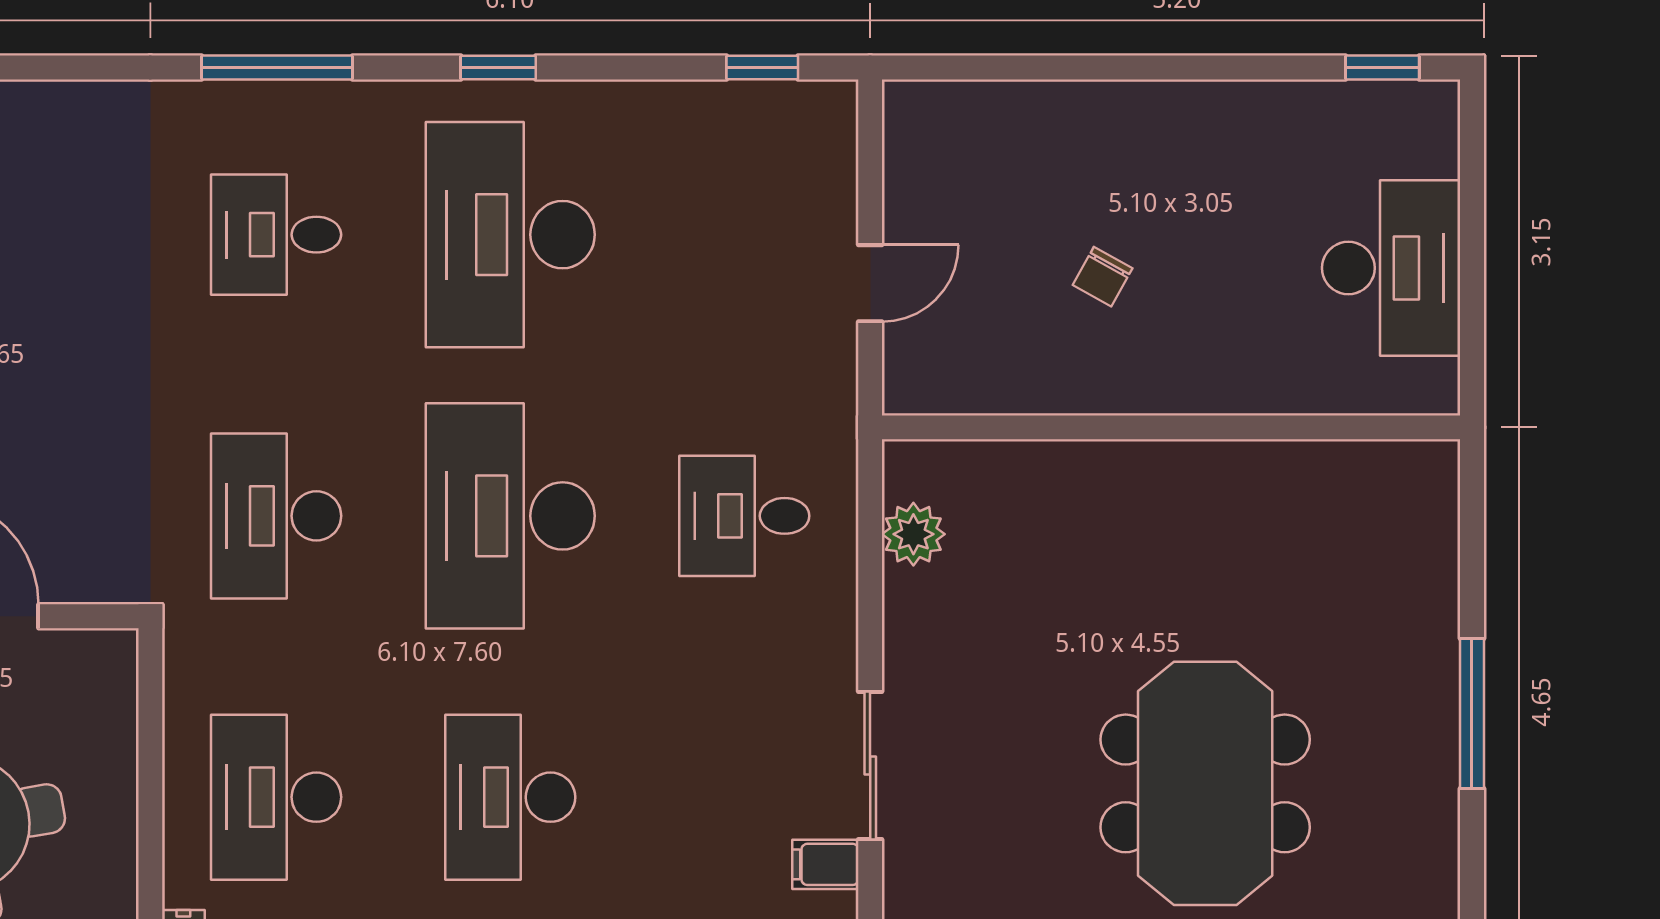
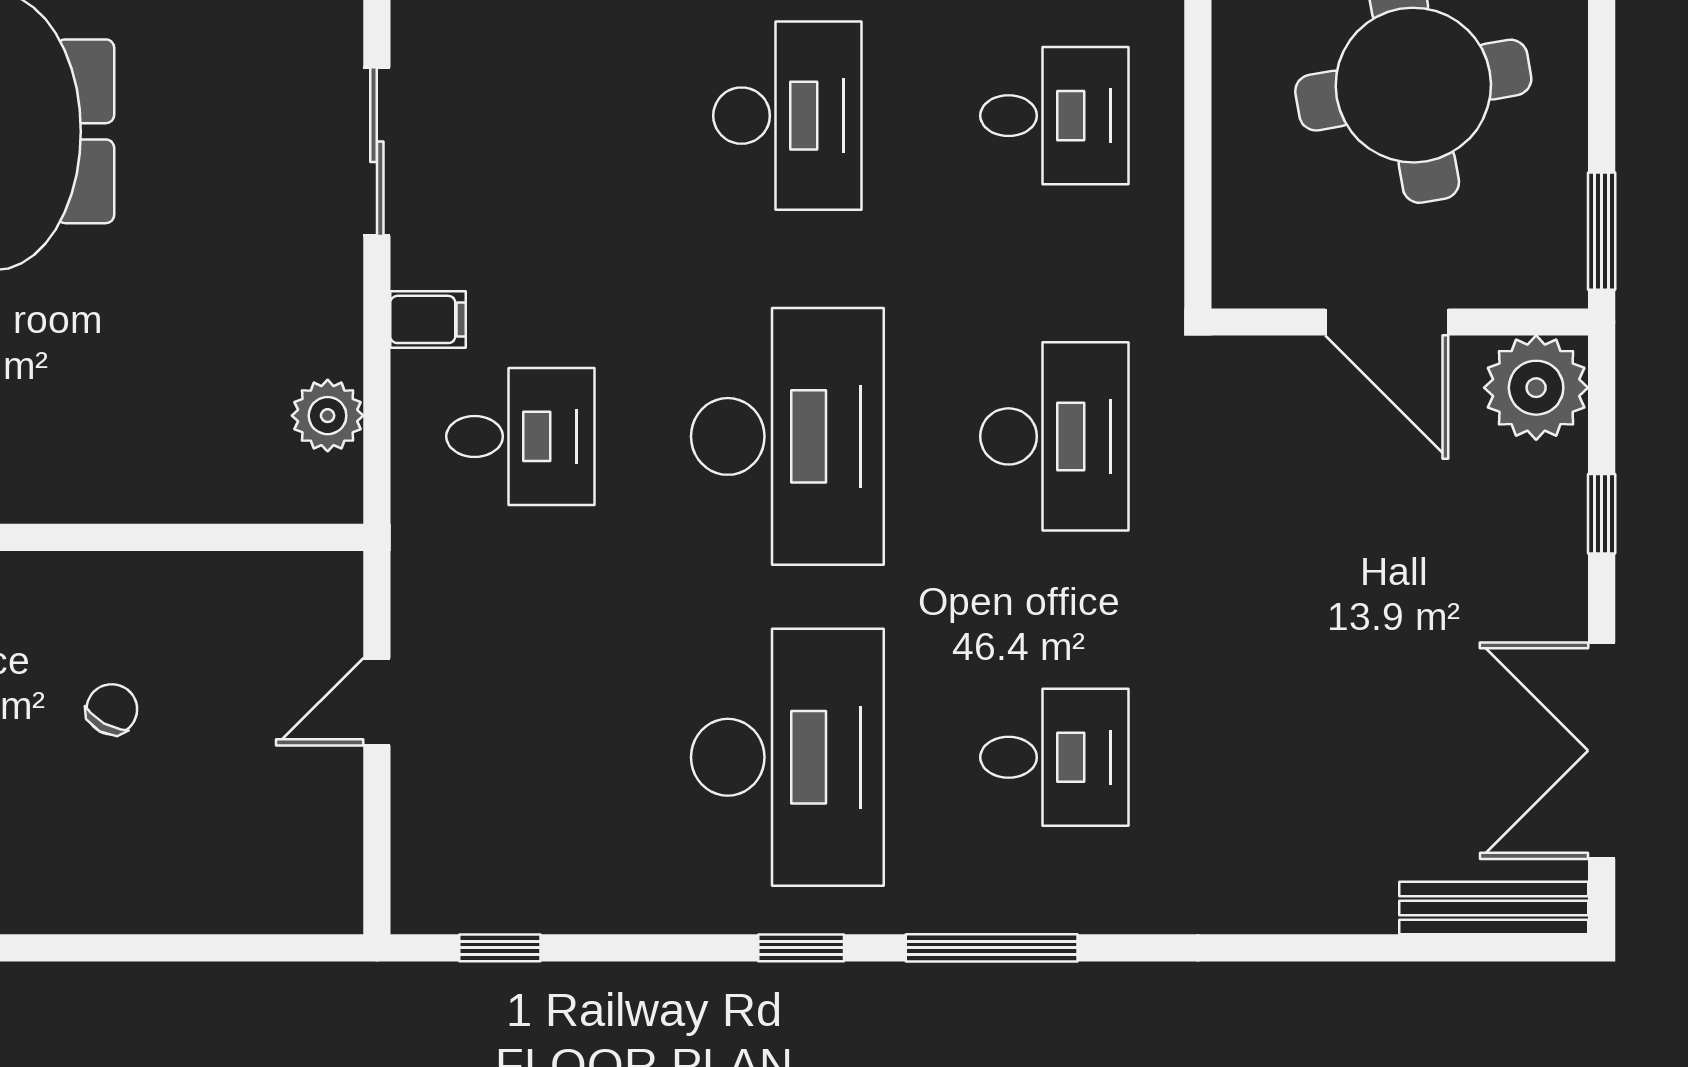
window: (277, 67) -> (992, 948), moved
desk: (276, 797) -> (1054, 116), width x0.73
filing cabinet: (825, 864) -> (428, 319), moved

